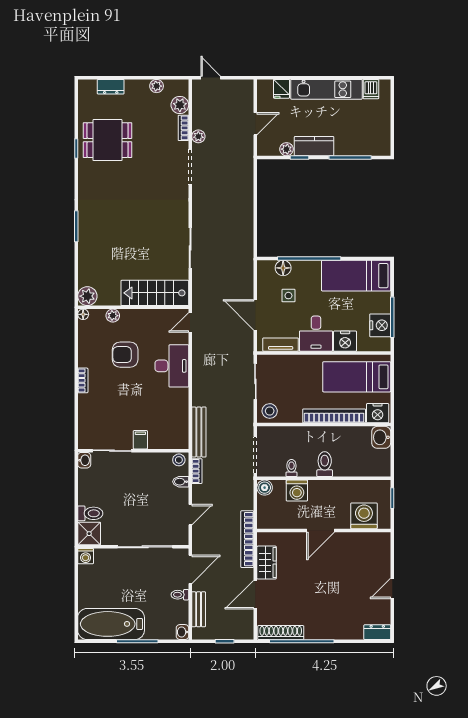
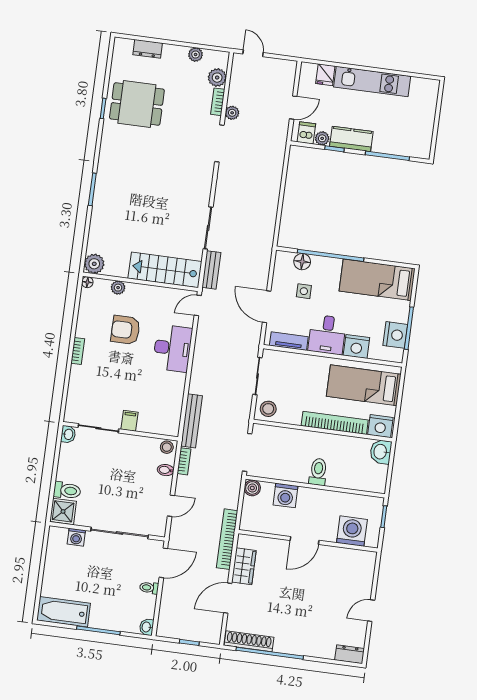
dishwasher: (371, 89) -> (306, 133), moved, turned 180
toilet: (291, 468) -> (283, 471), removed
washing machine: (86, 556) -> (76, 537), moved
bench: (199, 609) -> (211, 270), moved
bathtub: (111, 624) -> (64, 612), width x0.73, depth x0.73

